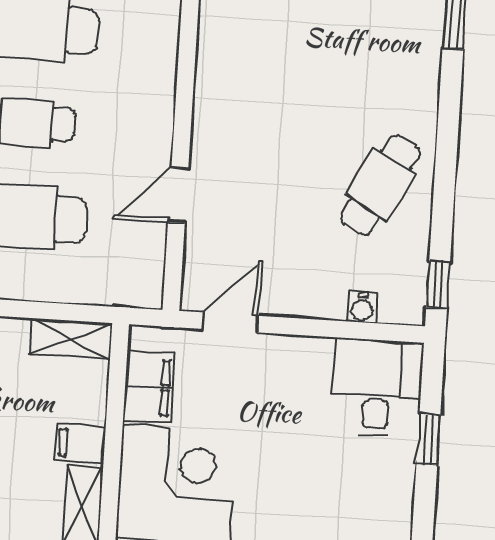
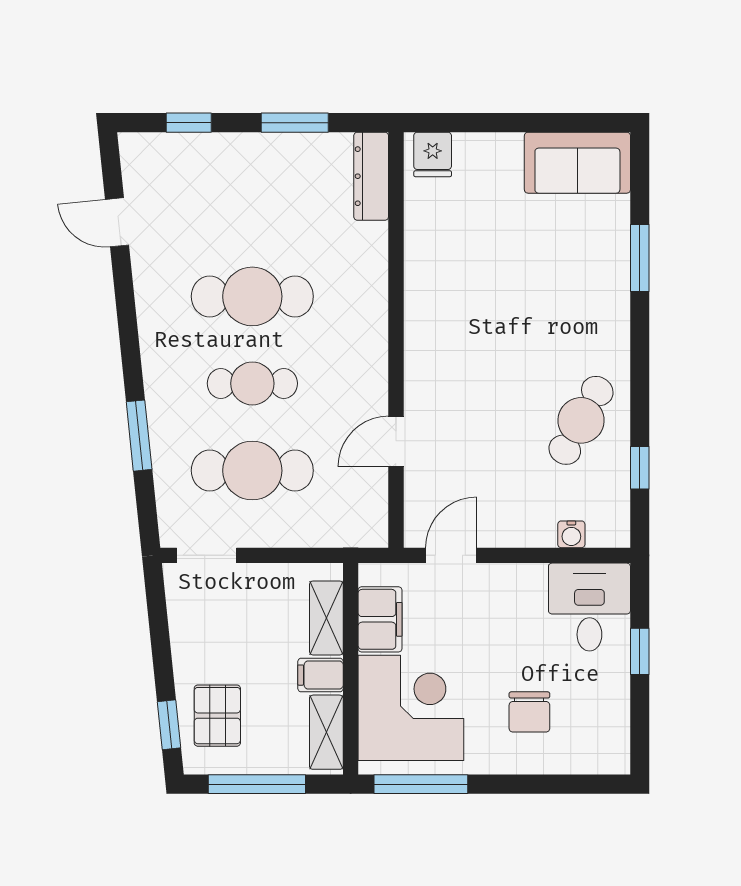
window: (438, 285) -> (640, 468), moved
shelving: (71, 339) -> (326, 618), moved, turned 90
chair: (304, 498) -> (529, 712), added

